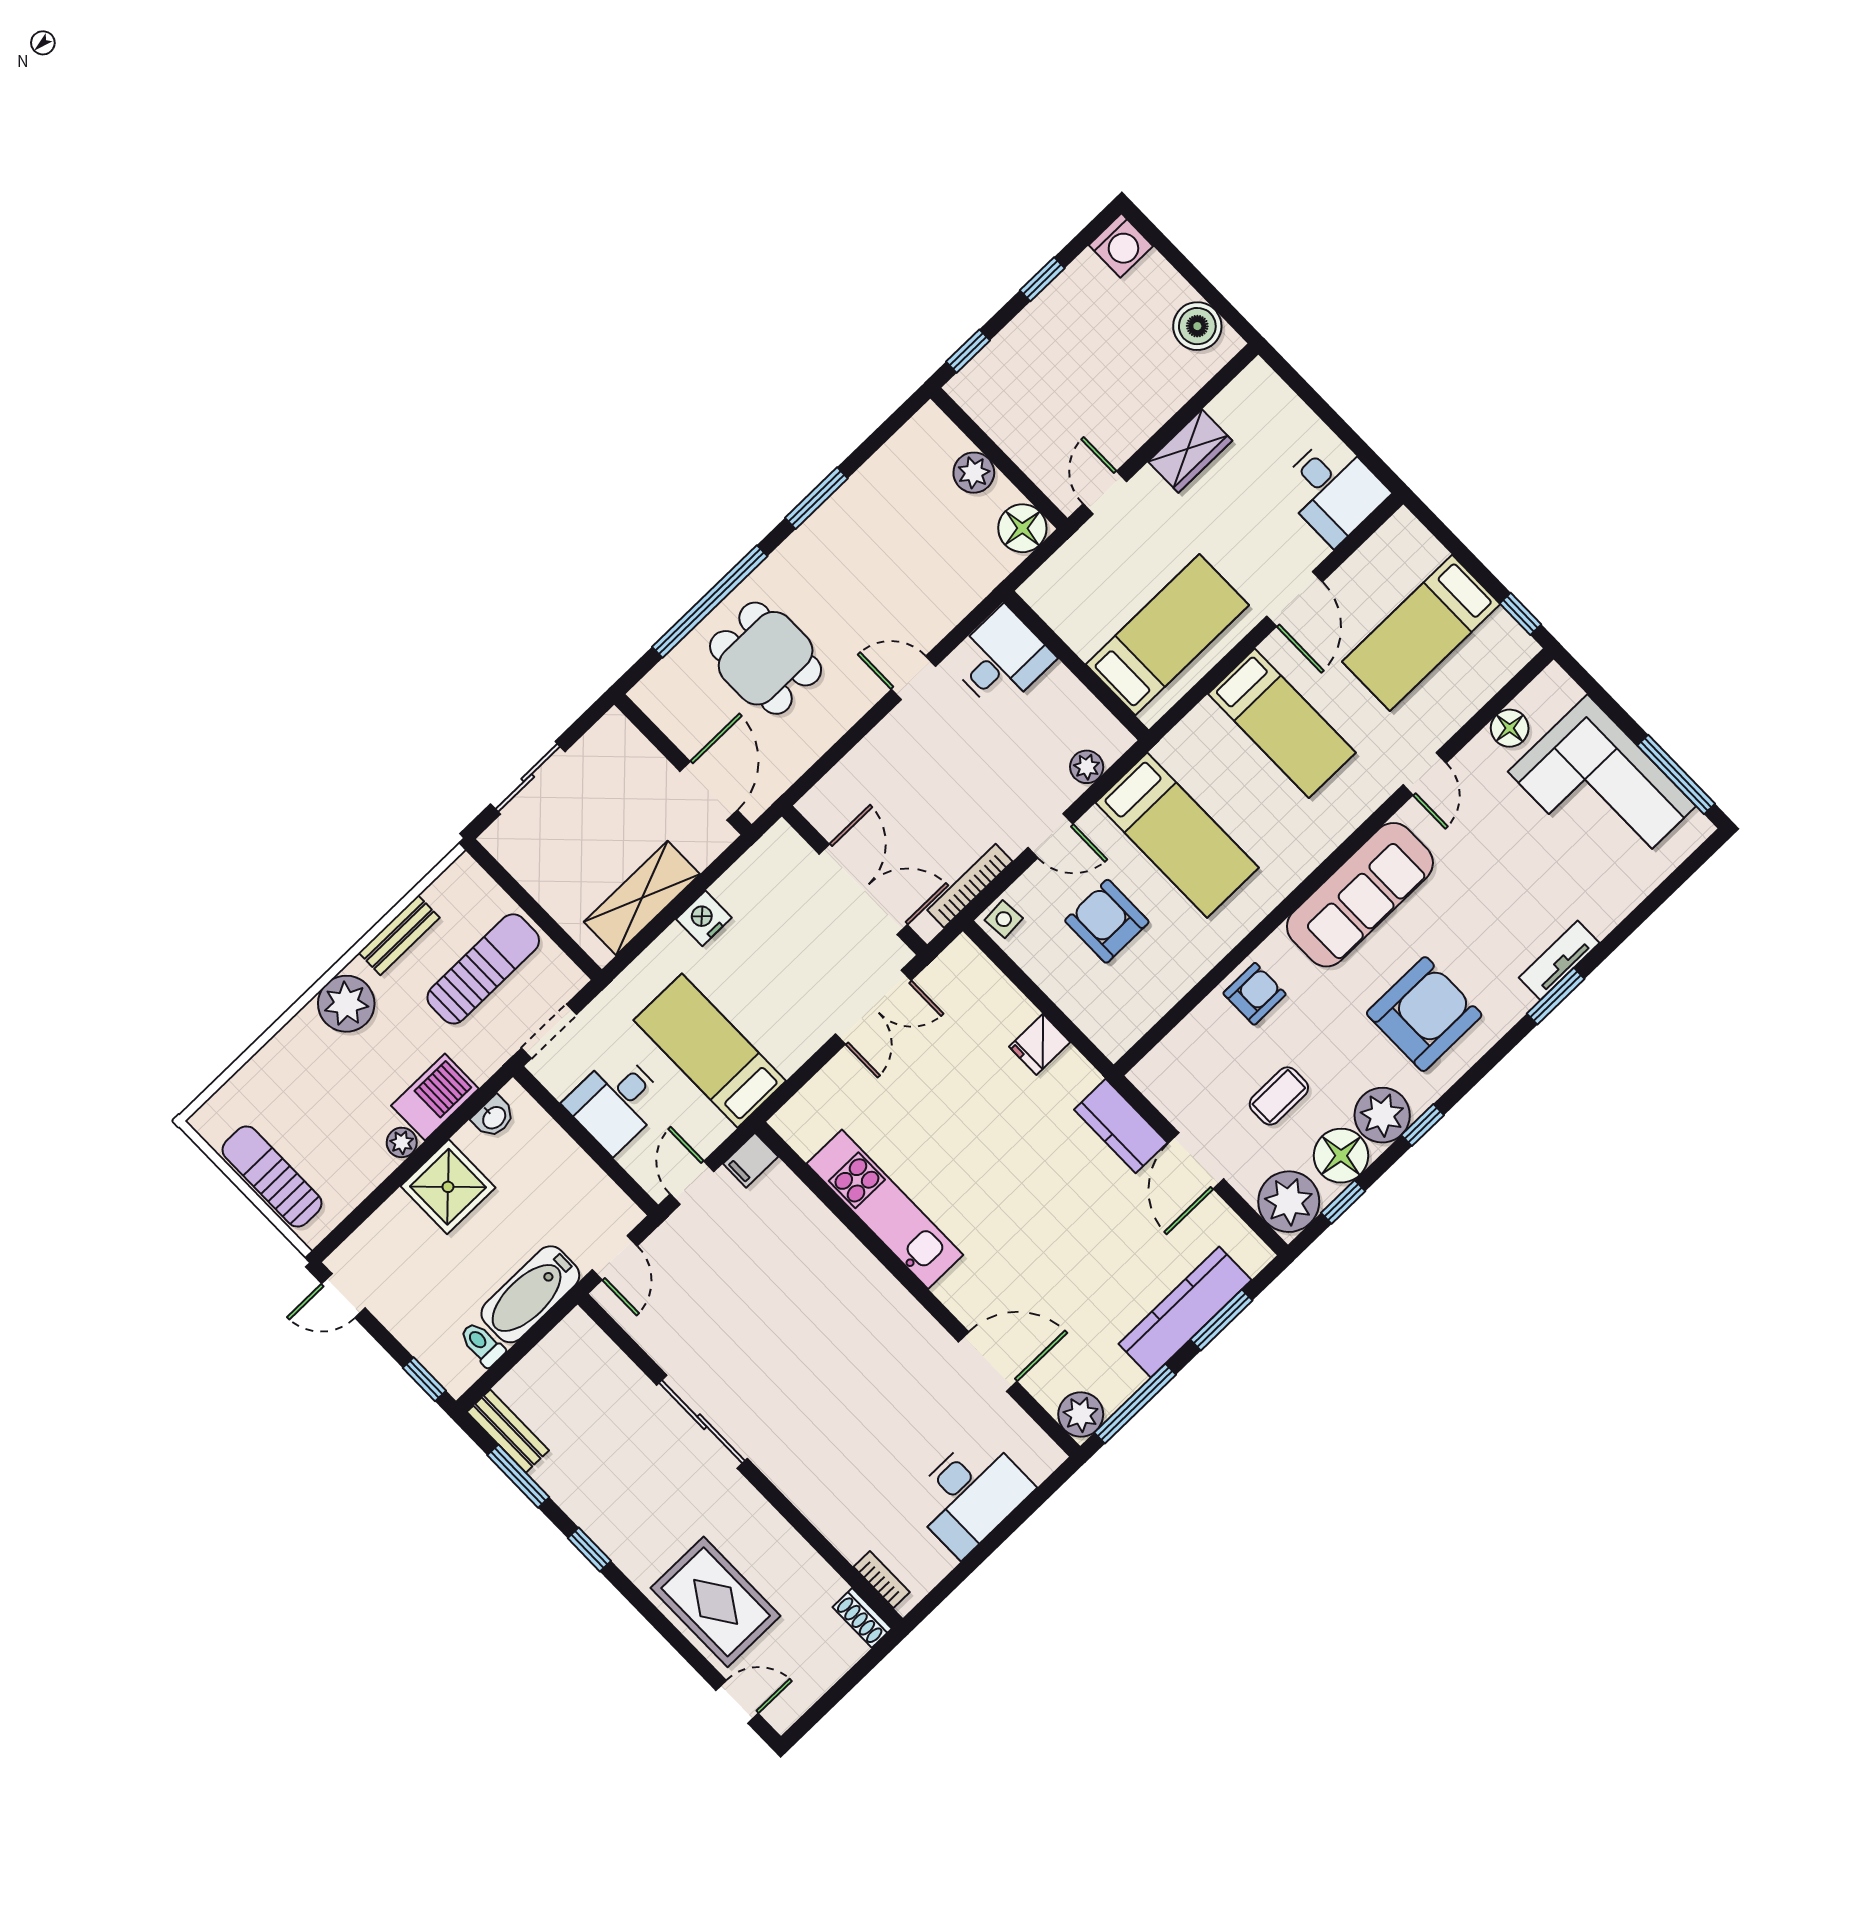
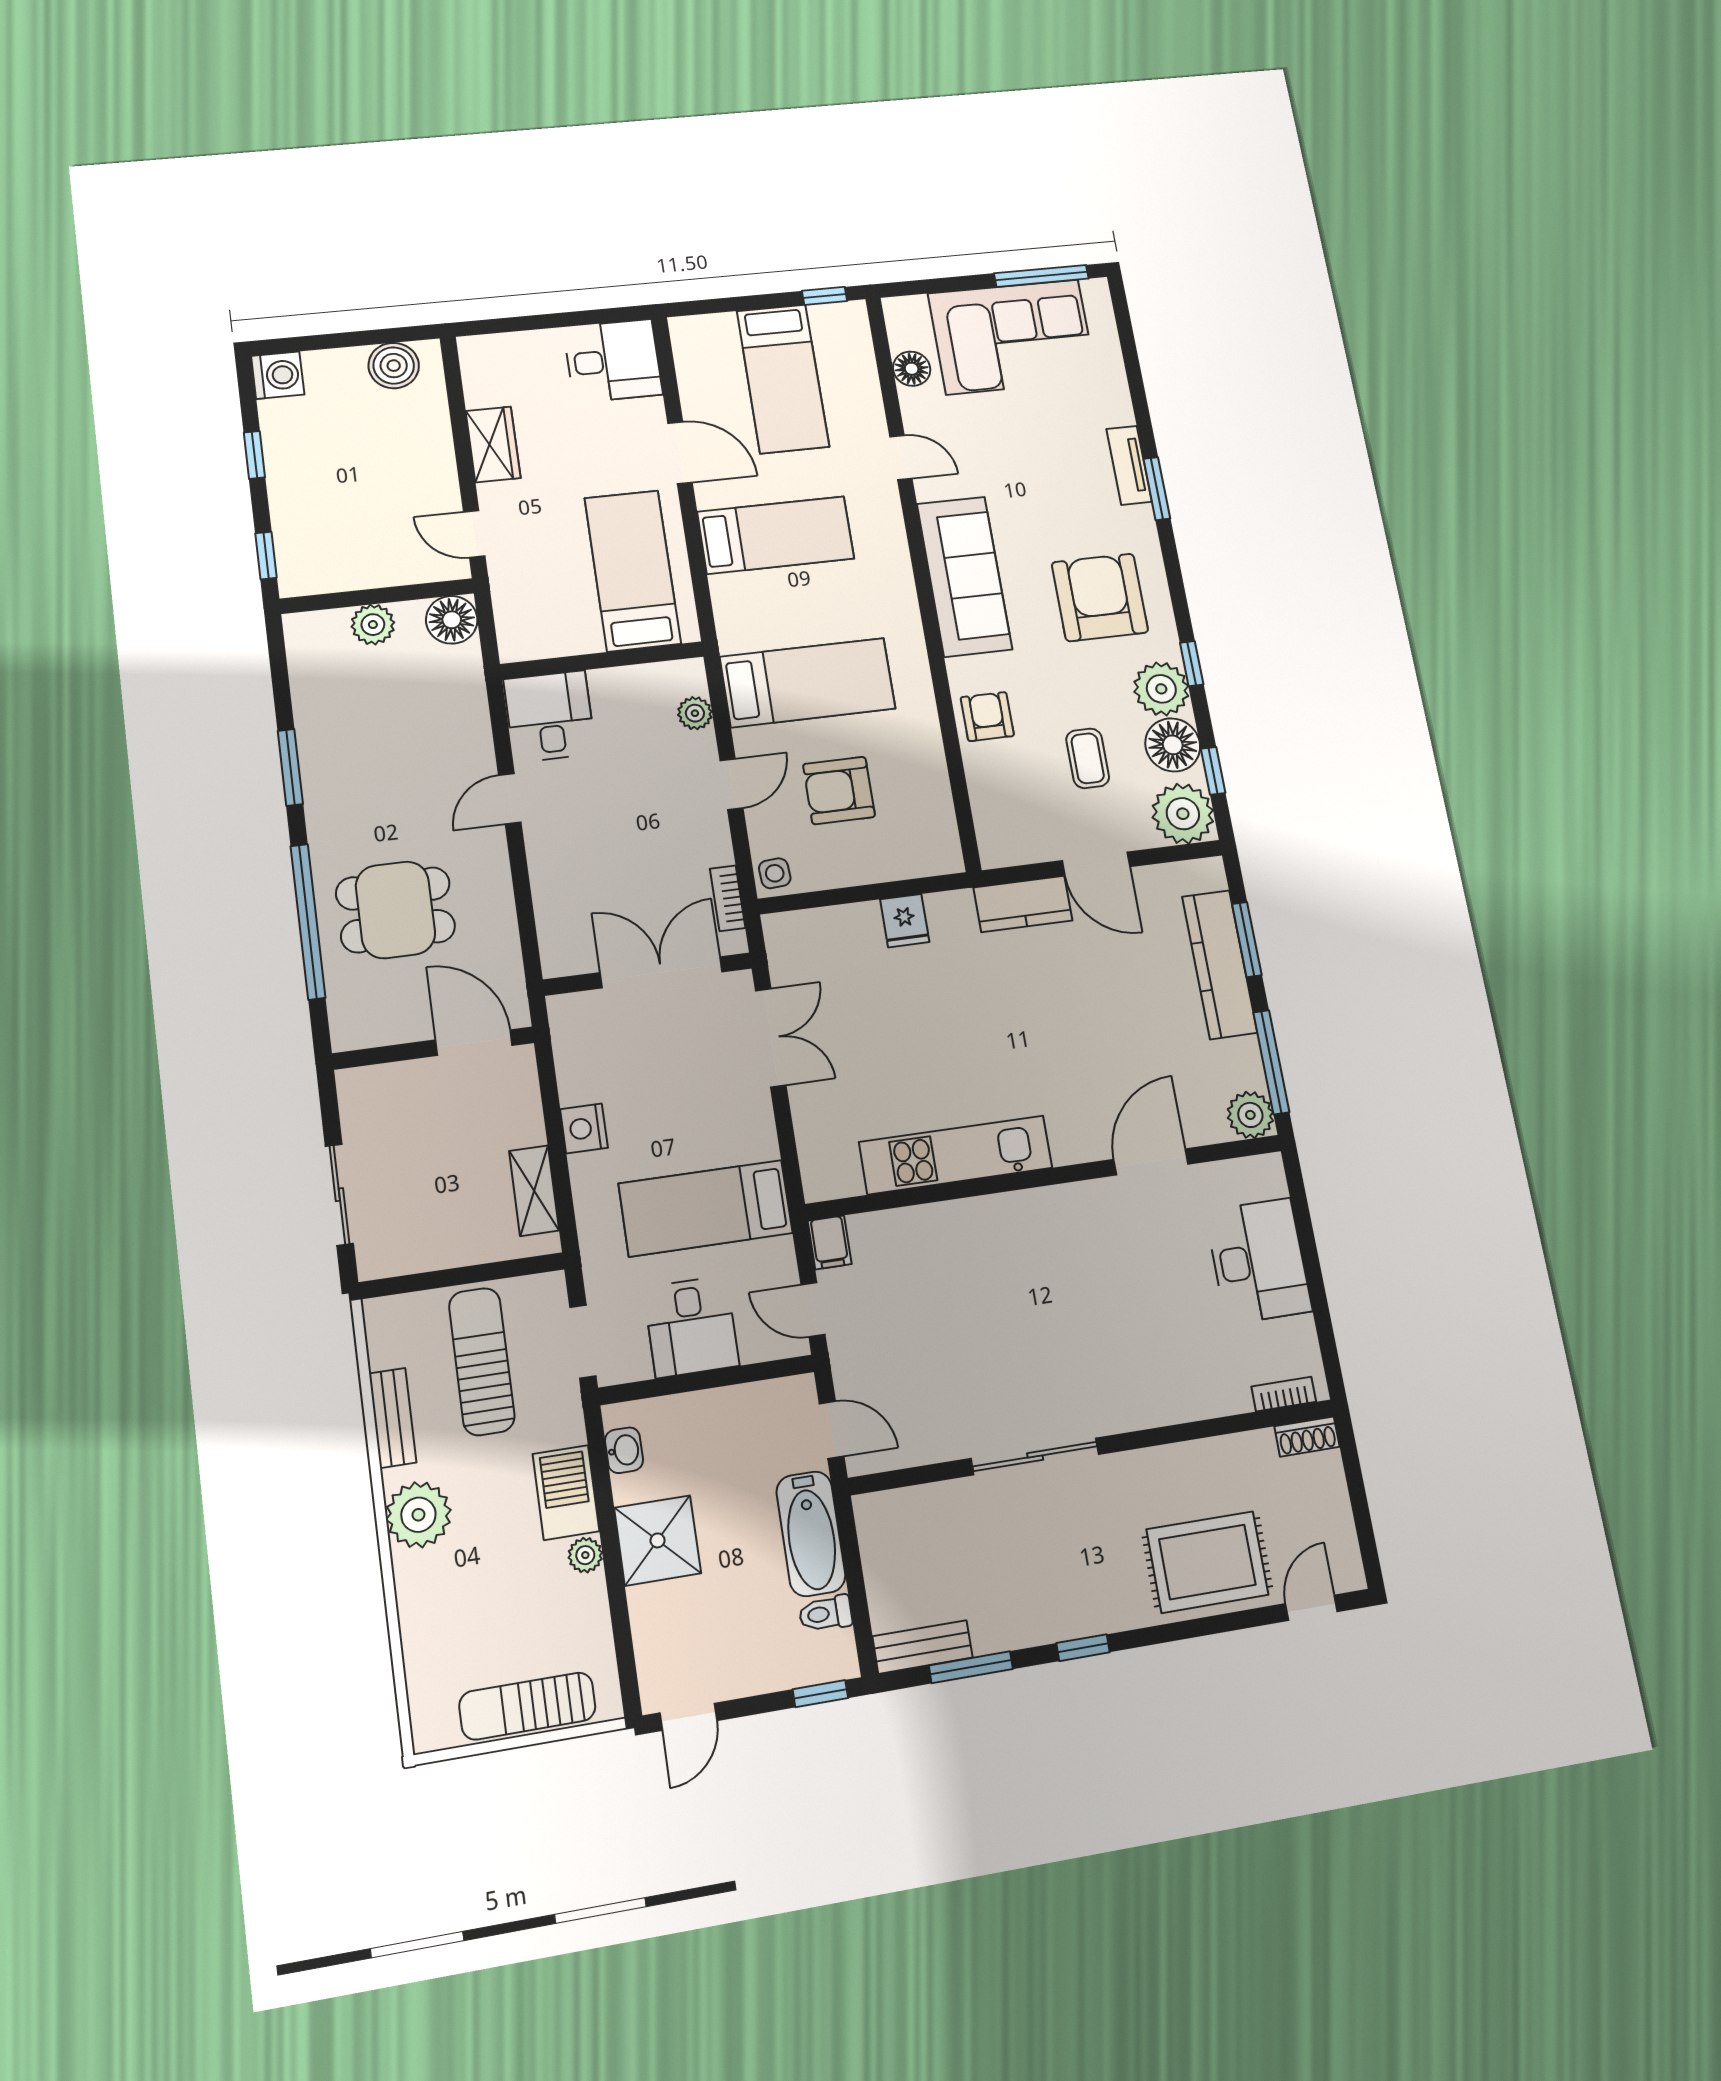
bookcase: (970, 886) -> (728, 898), width x0.64
shelving: (642, 898) -> (534, 1191), width x0.67, depth x0.75

